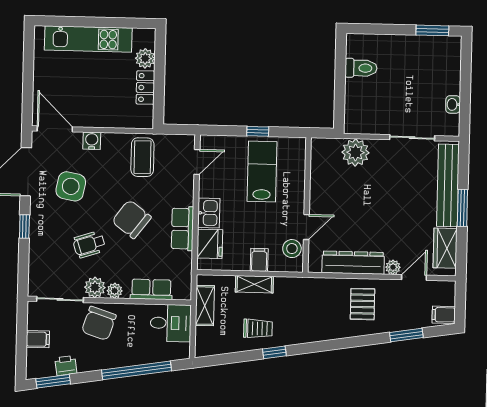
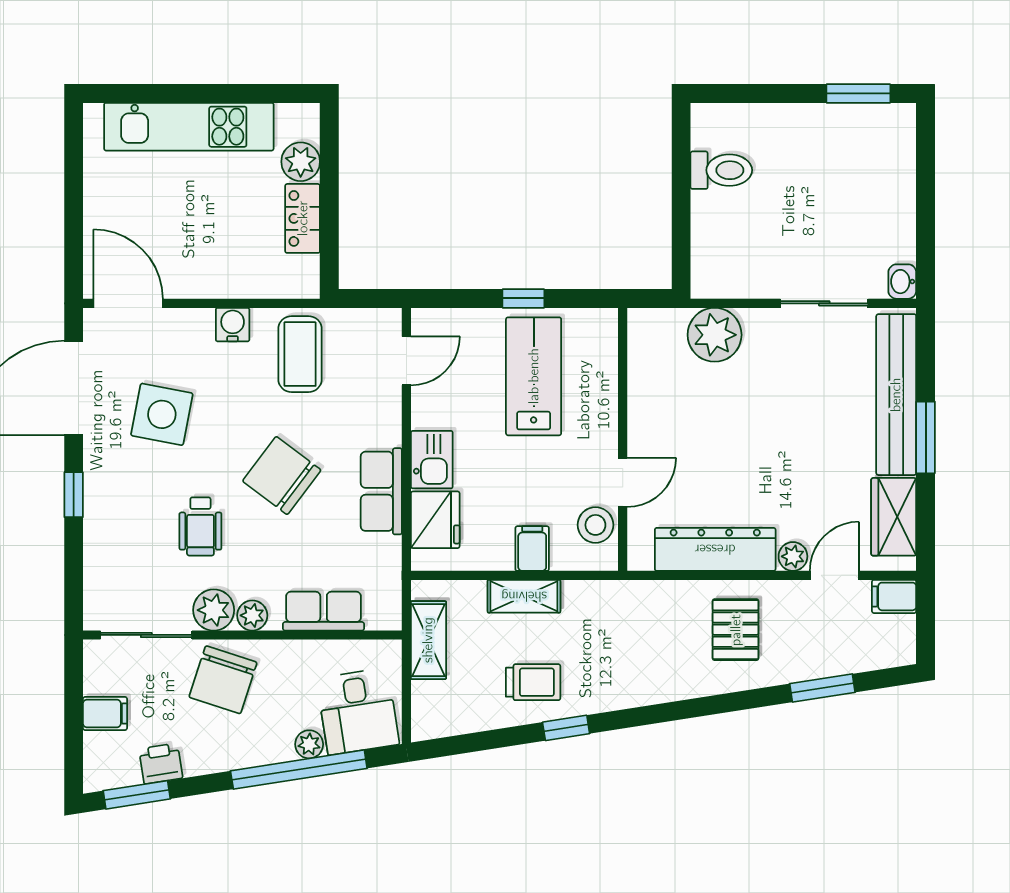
washbasin: (453, 104) -> (902, 282), moved
water cooler: (92, 141) -> (233, 325), moved
wheelchair: (89, 244) -> (200, 526), turned -72
filing cabinet: (444, 315) -> (894, 596), moved
desk: (171, 323) -> (358, 711), moved, turned 81
plant: (142, 358) -> (309, 744), added

